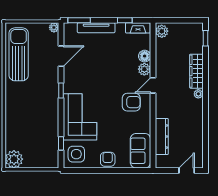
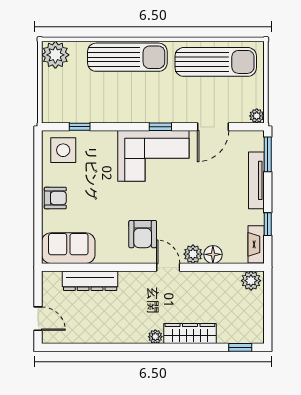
door: (61, 56) -> (213, 127), hinge flipped
sun lounger: (16, 112) -> (127, 57), added
corner sofa: (80, 117) -> (153, 156), moved

